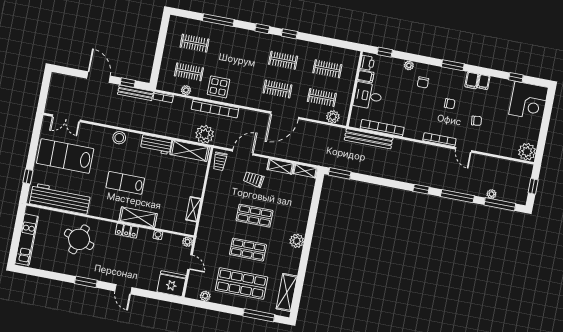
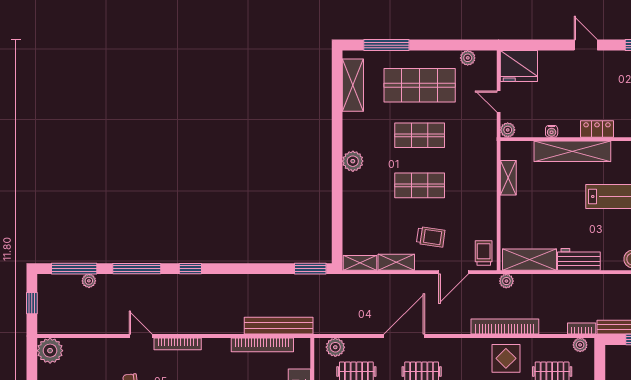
plant: (186, 90) -> (580, 345), moved
plant: (205, 134) -> (506, 281), width x0.53, depth x0.53
shelving: (138, 217) -> (572, 151), width x1.47

